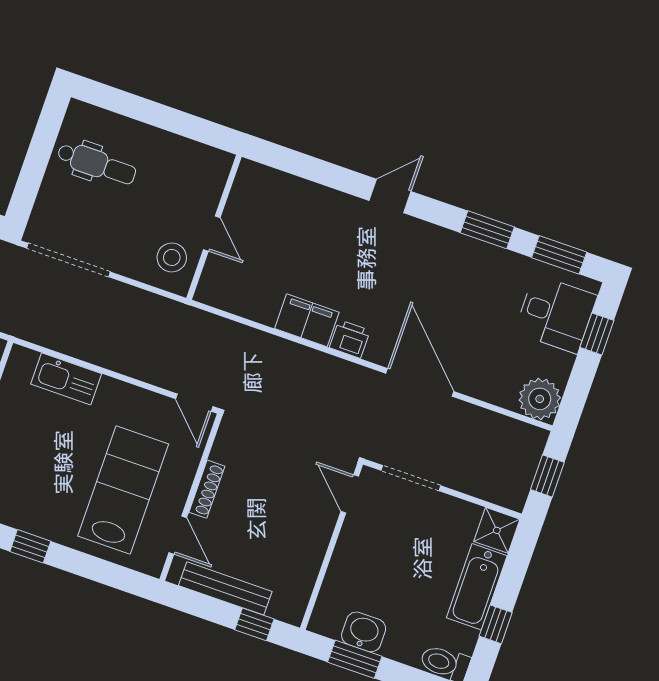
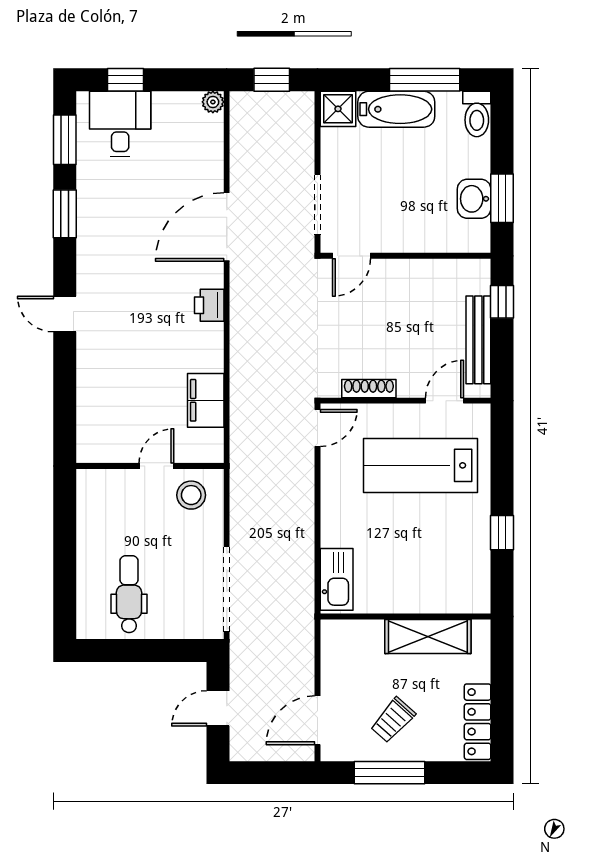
filing cabinet: (307, 320) -> (206, 400), moved
kitchen sink: (66, 379) -> (337, 579), moved
plant: (540, 399) -> (213, 102), width x0.53, depth x0.53
shoe rack: (207, 489) -> (369, 389), moved
window: (496, 624) -> (425, 80), width x2.17

